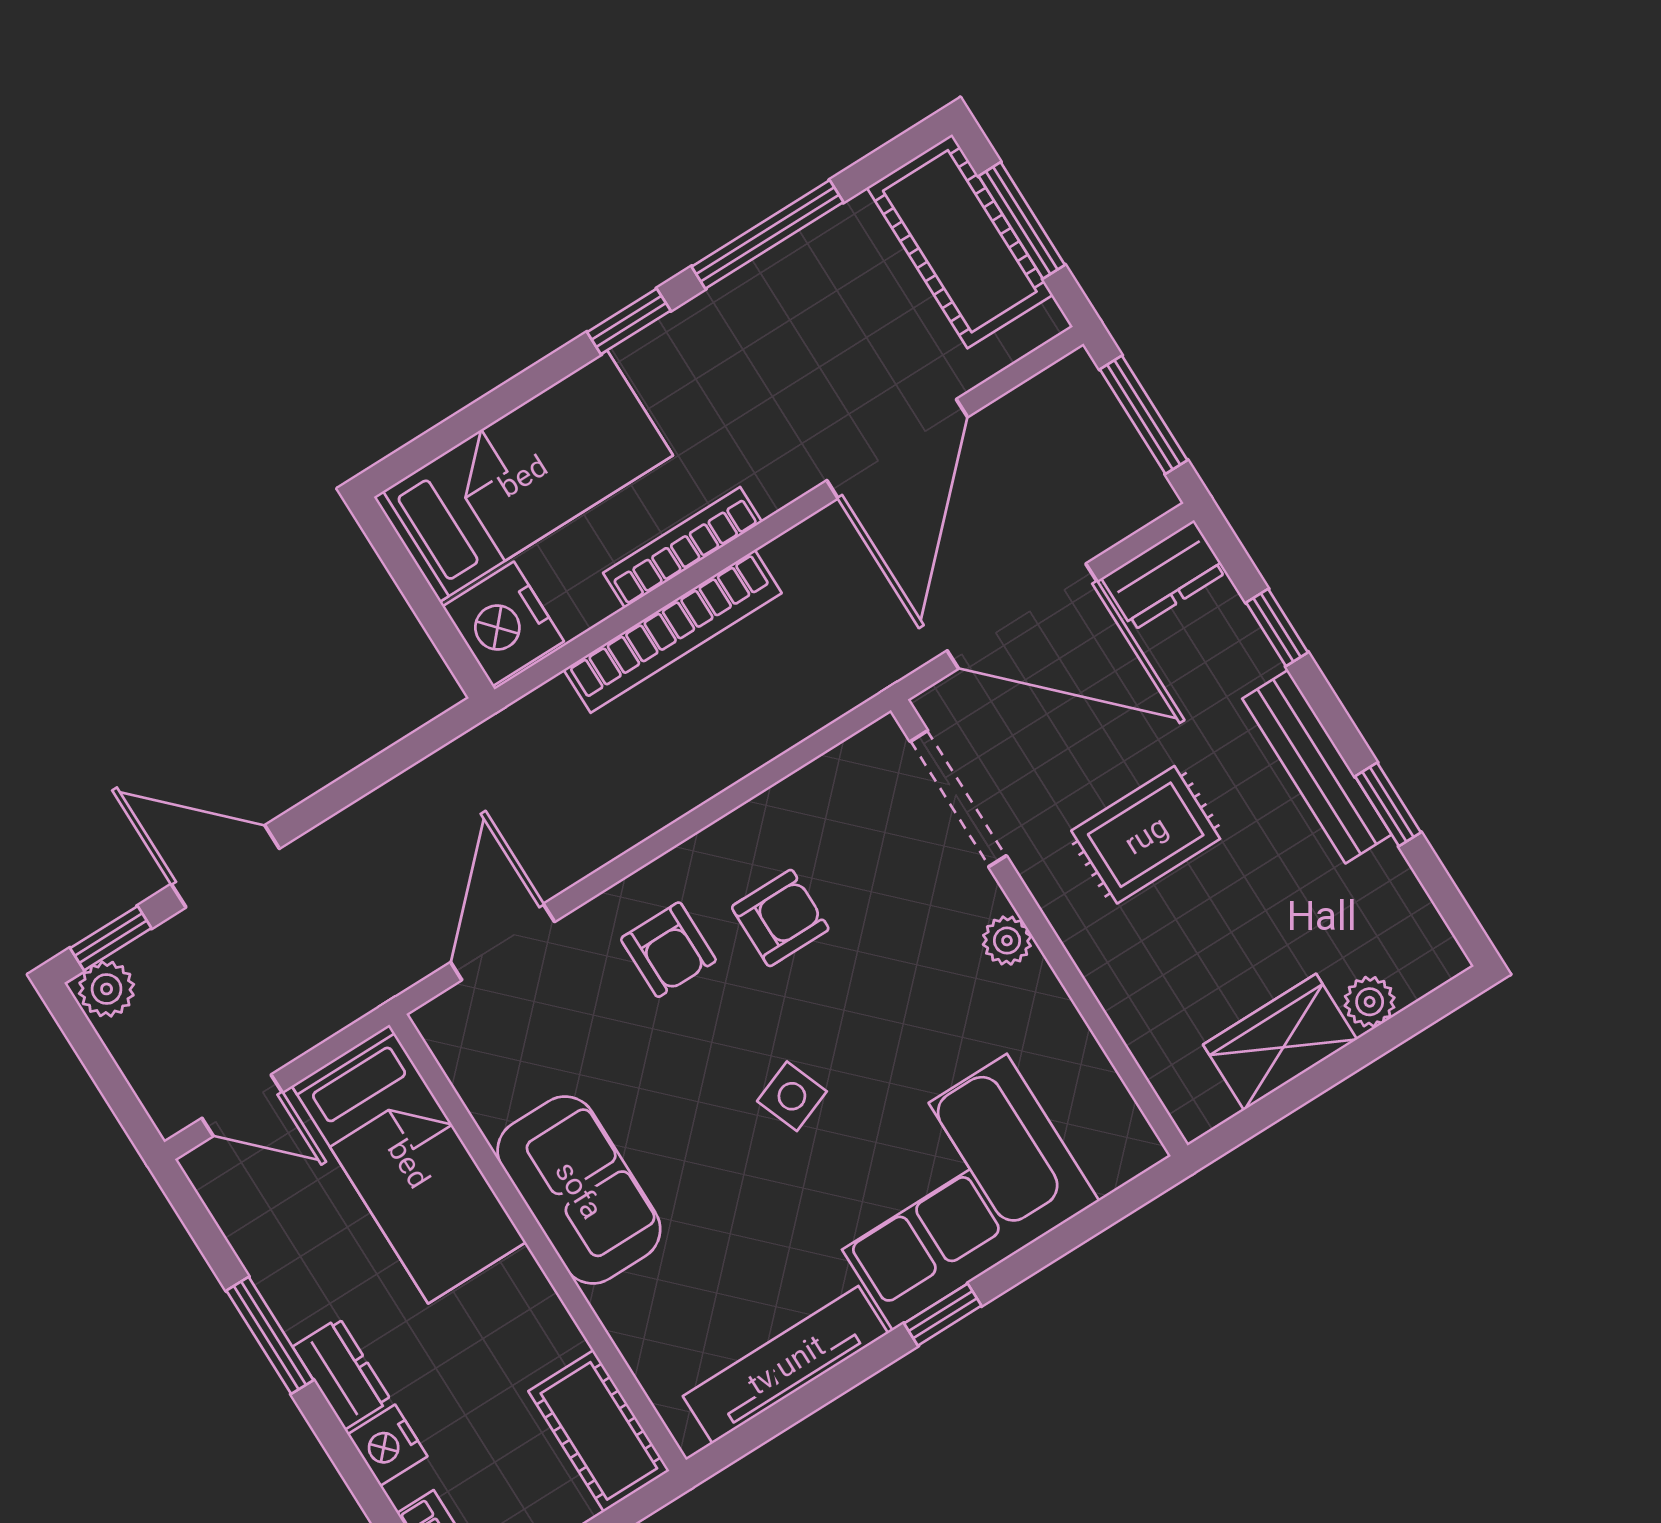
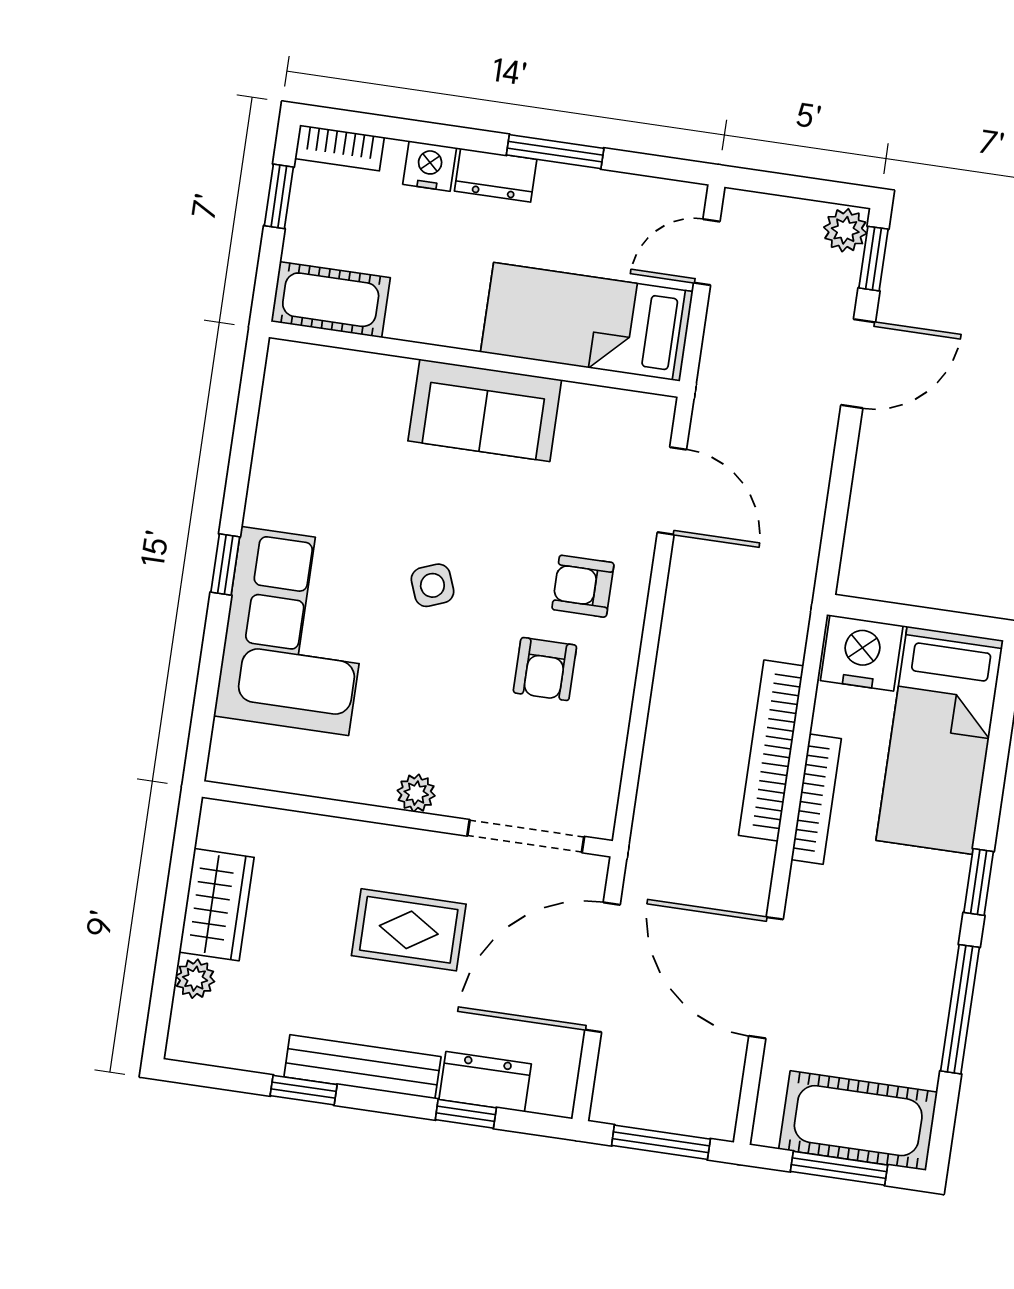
dresser: (1164, 575) -> (485, 1082), moved, turned 90
rug: (1146, 835) -> (409, 930), turned 90
tv unit: (786, 1365) -> (275, 445), removed

